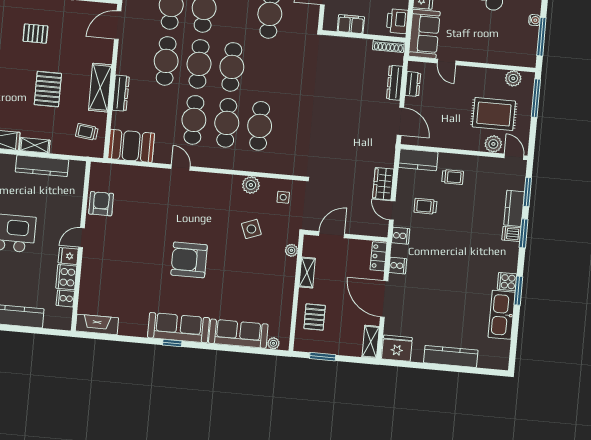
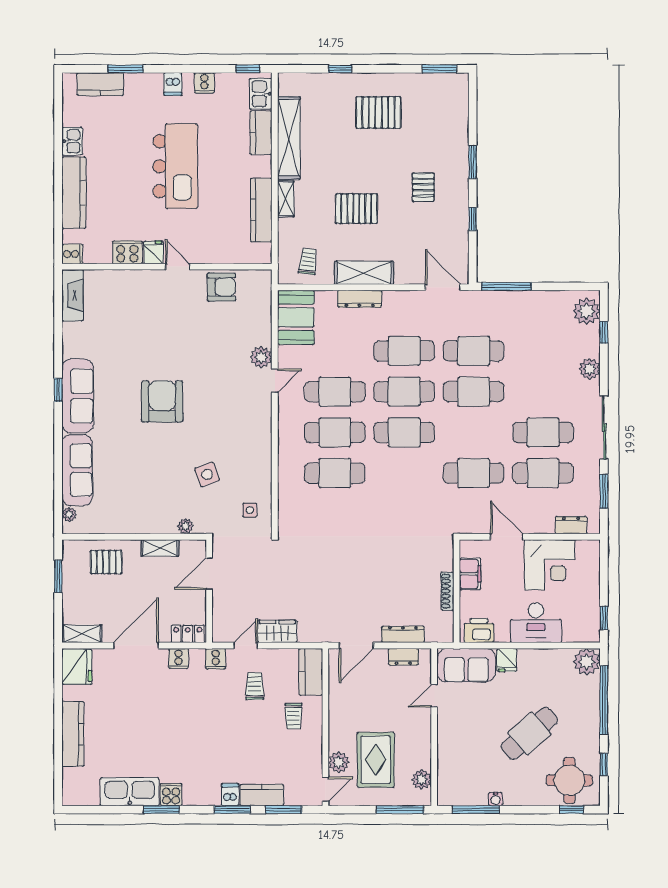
shoe rack: (388, 46) -> (447, 591), moved
plant: (251, 185) -> (261, 357), moved
door: (332, 235) -> (209, 574), swing flipped
cooker: (65, 298) -> (72, 254), moved, turned 90

